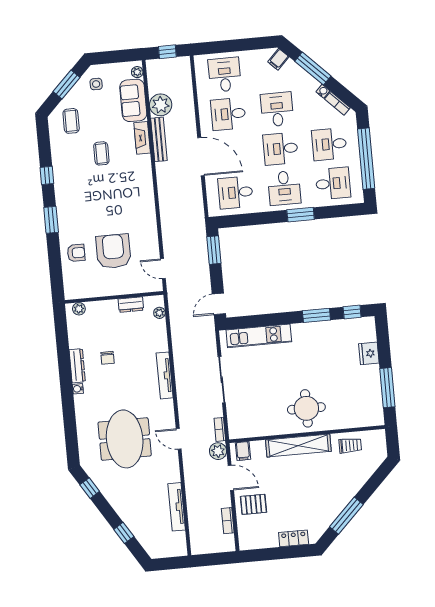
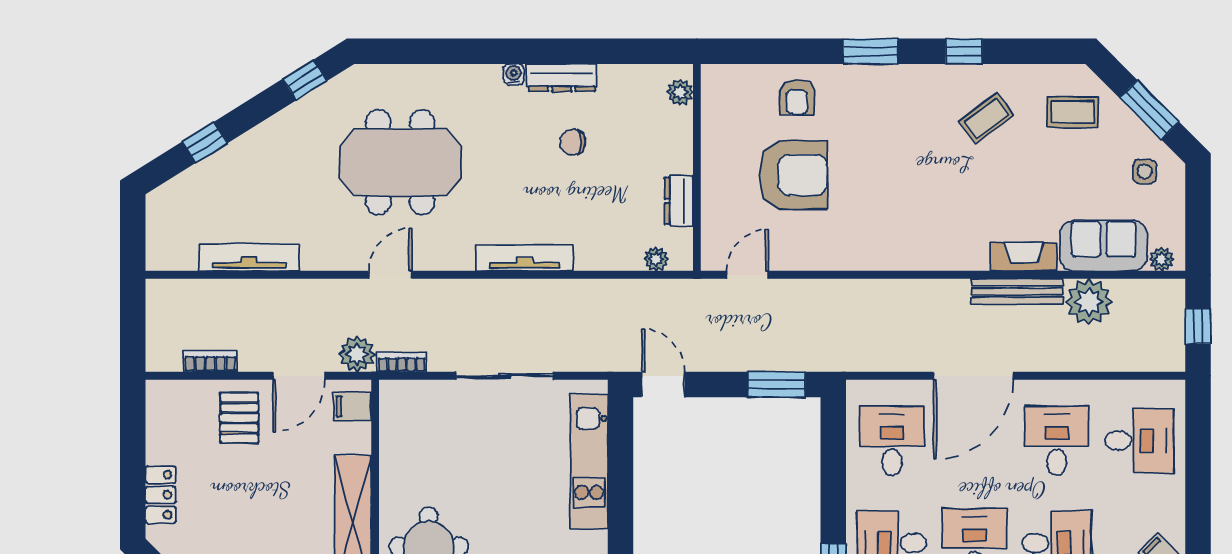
coffee table: (101, 153) -> (986, 118), moved, turned -37

